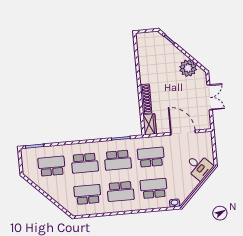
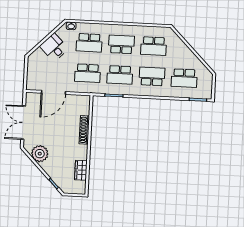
double door: (210, 97) -> (23, 123), width x1.37
wardrobe: (150, 124) -> (81, 170), moved
door: (183, 133) -> (53, 92), hinge flipped
school desk: (118, 160) -> (120, 75), turned 180
desk: (199, 167) -> (54, 47), moved

